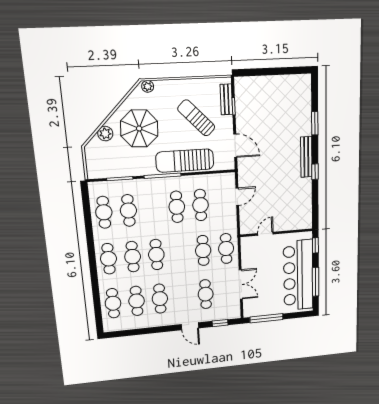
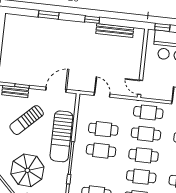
bench: (306, 157) -> (115, 30), moved
door: (265, 234) -> (140, 87), moved
cafe table: (180, 253) -> (144, 155), added

